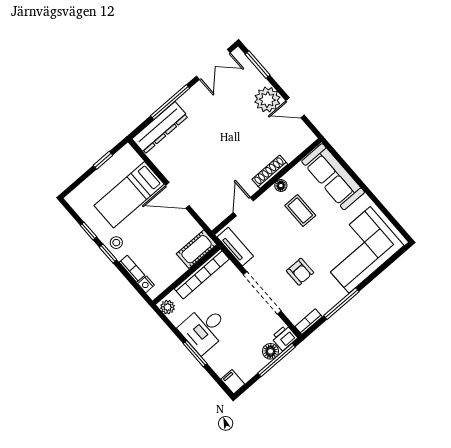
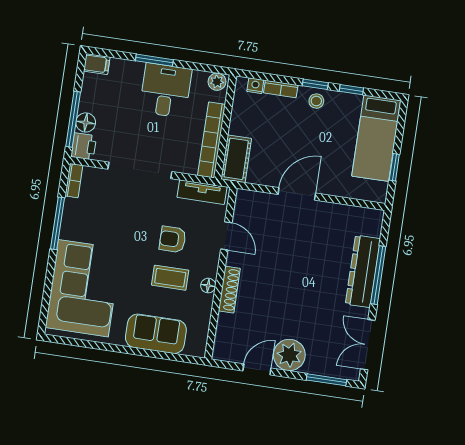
dresser: (160, 128) -> (363, 271), moved
sofa: (333, 177) -> (156, 334), width x0.73
bed: (129, 195) -> (376, 138), moved, turned 180
armchair: (300, 272) -> (173, 239), moved

